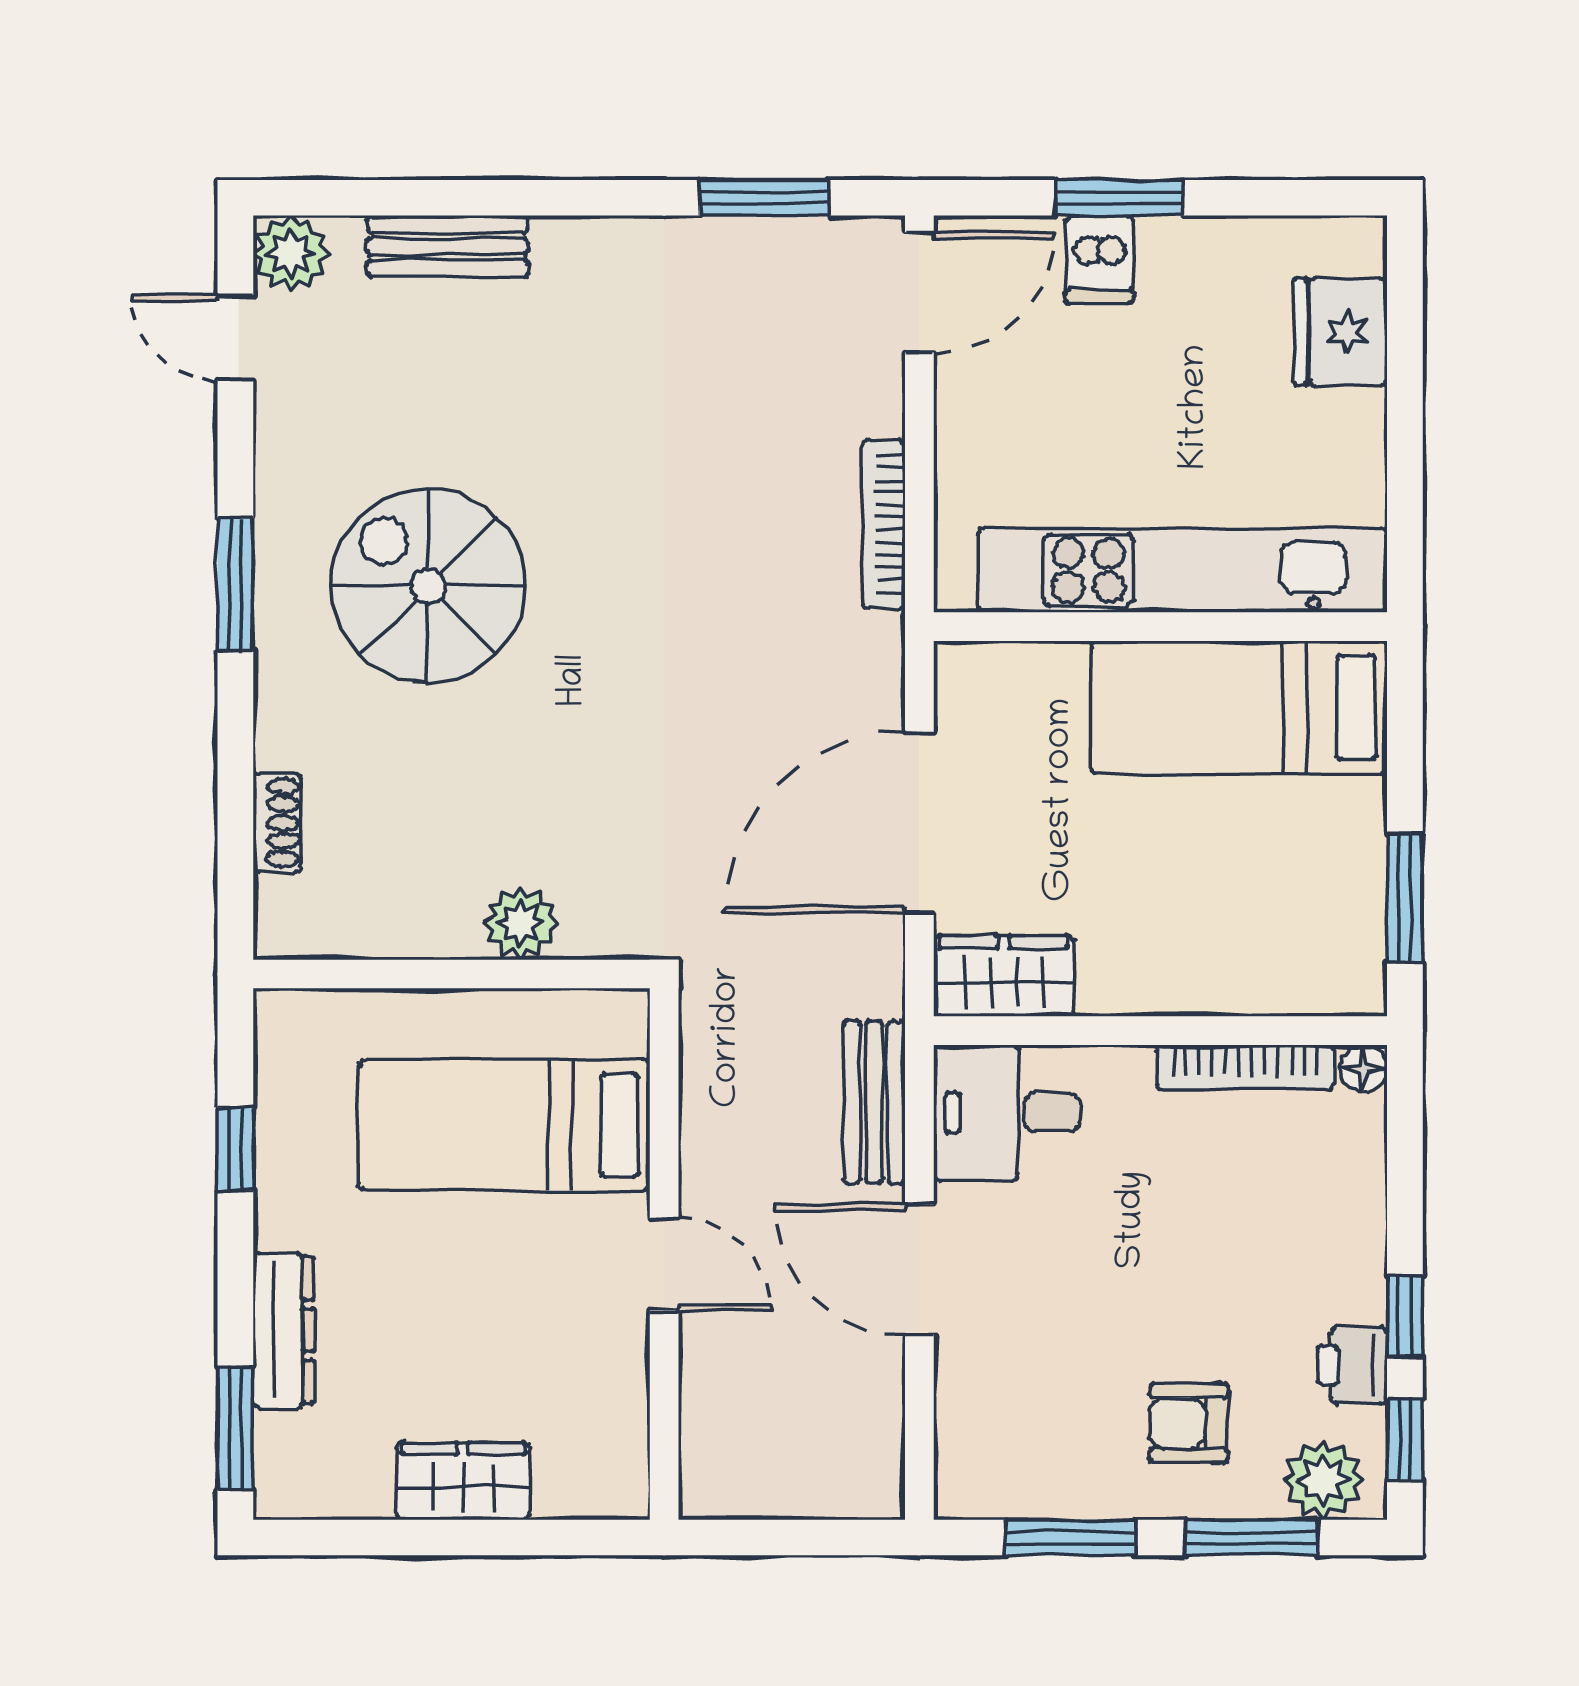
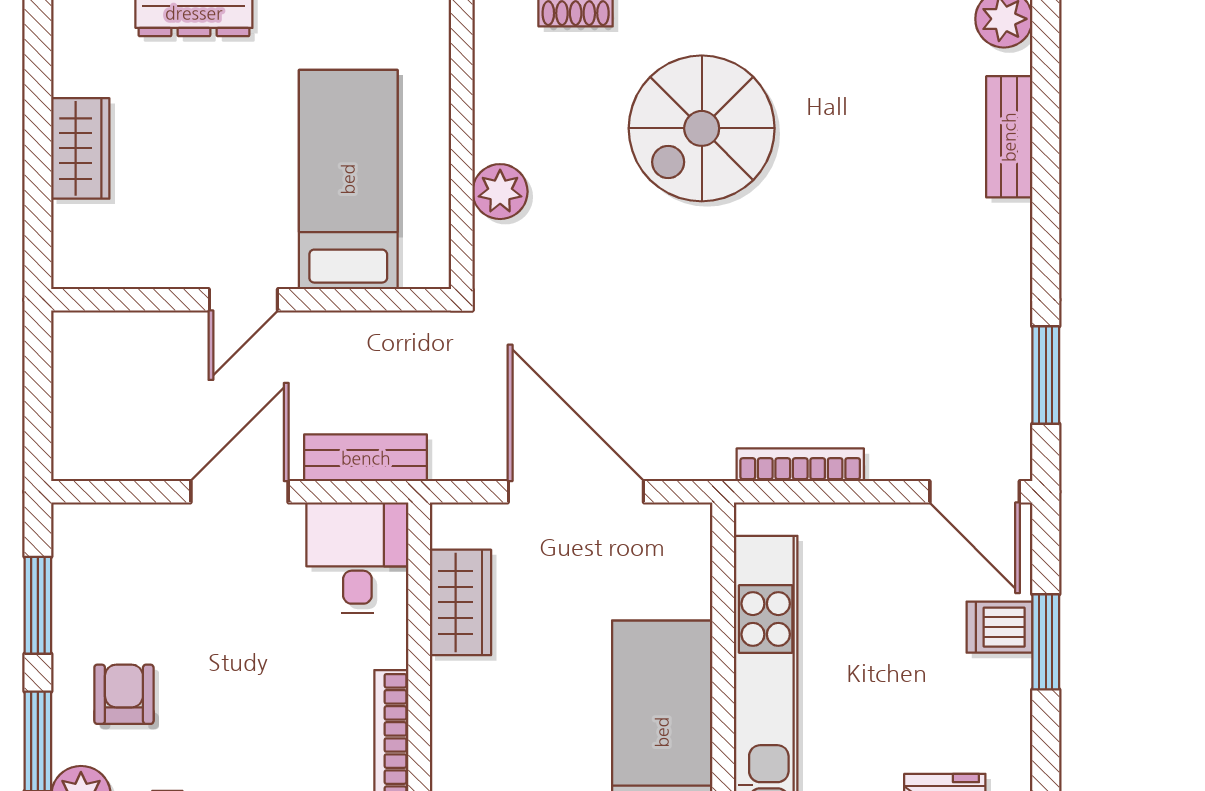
spiral stairs: (428, 586) -> (702, 128), moved, turned 180
wardrobe: (1004, 976) -> (460, 602), moved

